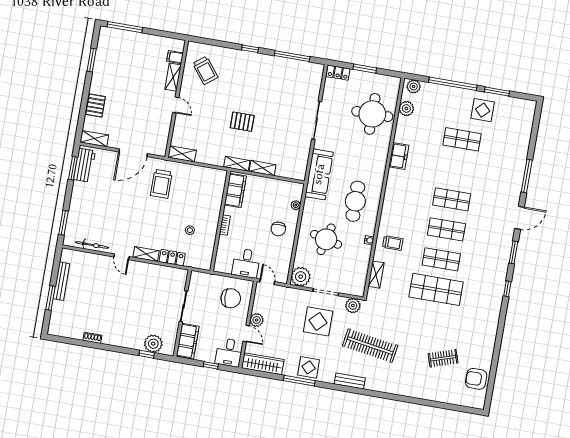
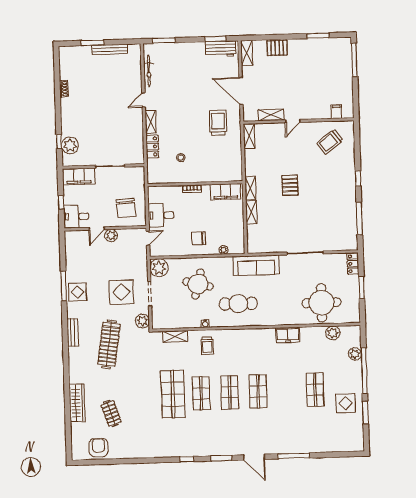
shelving: (173, 77) -> (271, 115), moved
plant: (414, 86) -> (355, 354), moved
trolley: (161, 184) -> (218, 123), turned 90
wardrobe: (263, 364) -> (77, 403), moved

